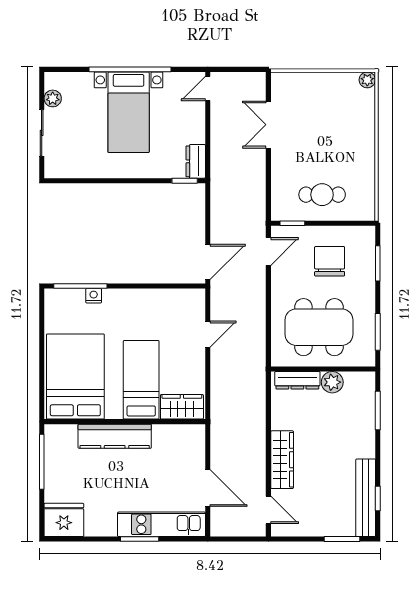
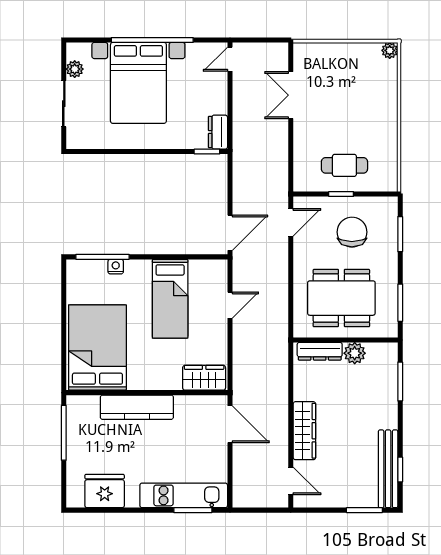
bed with nightstands: (129, 112) -> (138, 83), width x1.36
window: (292, 223) -> (341, 194), moved
bed: (141, 380) -> (170, 299), moved, turned 180
door: (208, 488) -> (230, 424), moved
fridge: (64, 520) -> (105, 491), moved
window: (140, 539) -> (193, 510), moved

